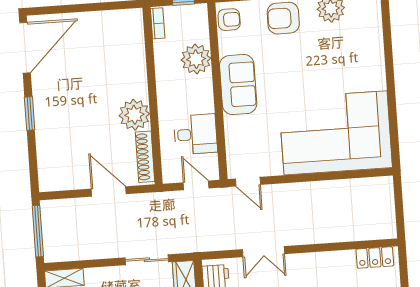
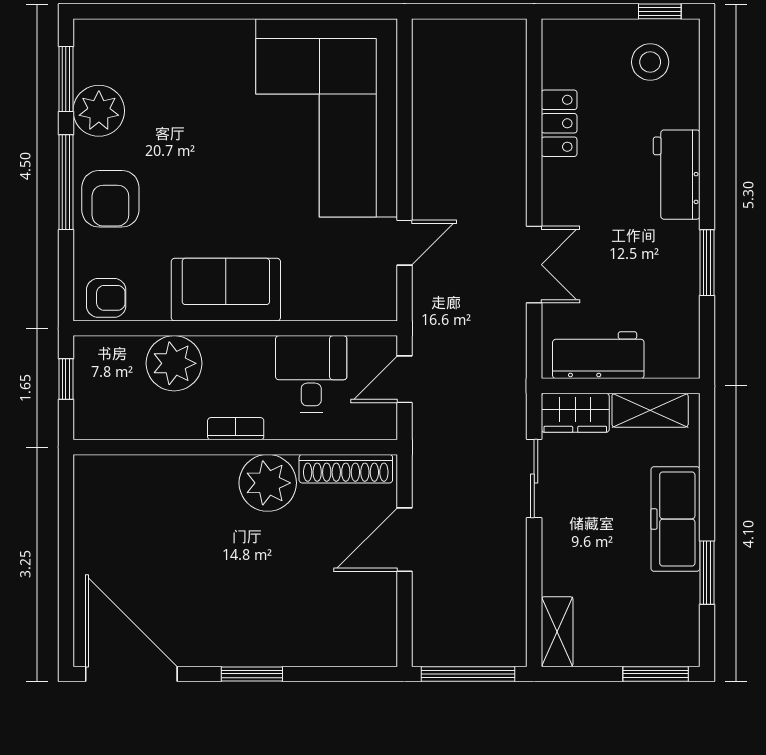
armchair: (229, 20) -> (106, 298), turned 90
bookcase: (158, 23) -> (236, 429), moved
door: (248, 182) -> (404, 243), moved
locker: (375, 258) -> (559, 123), moved

